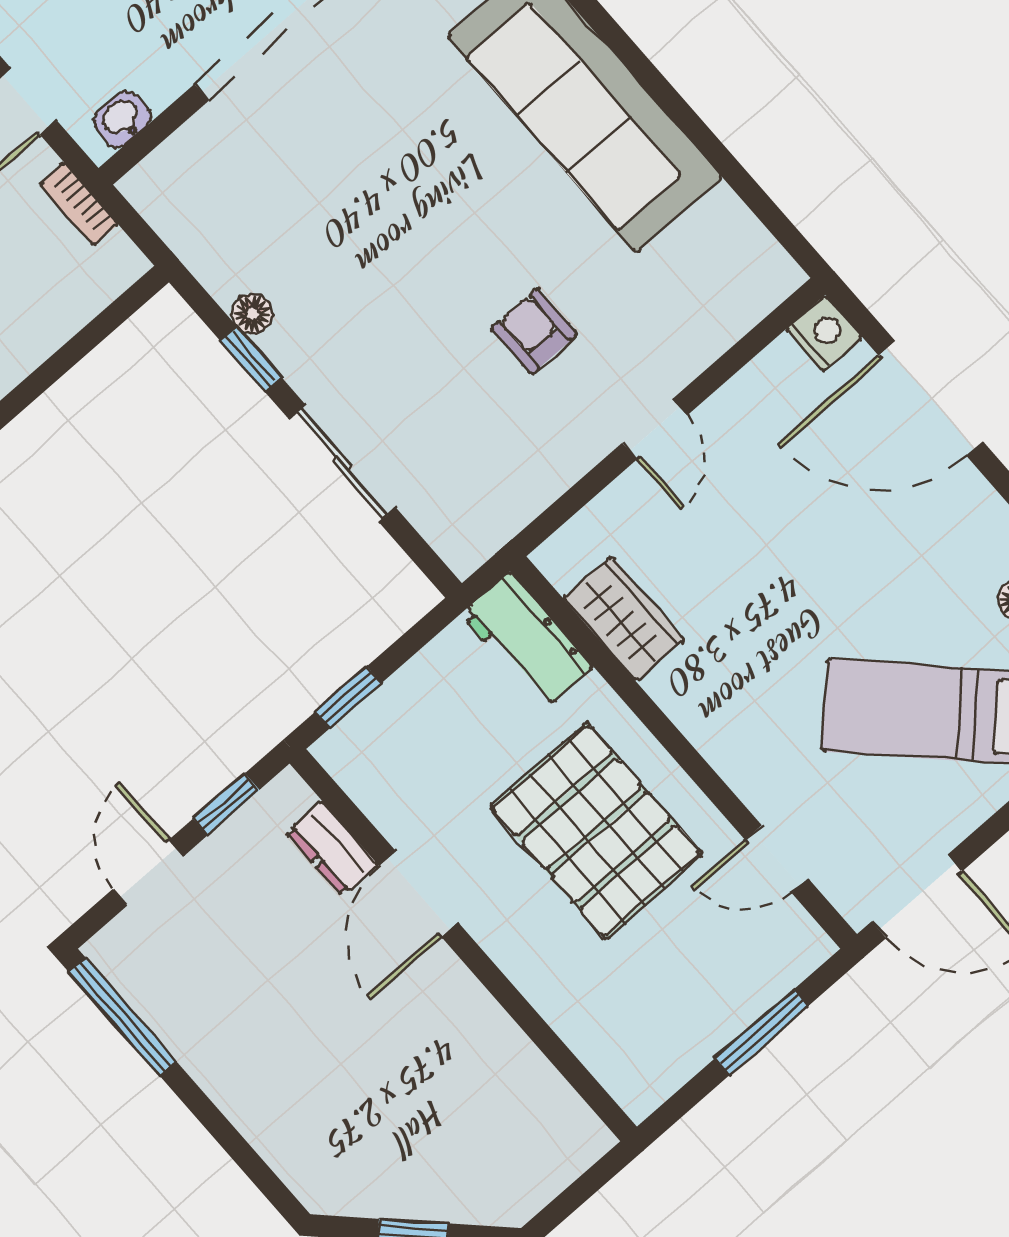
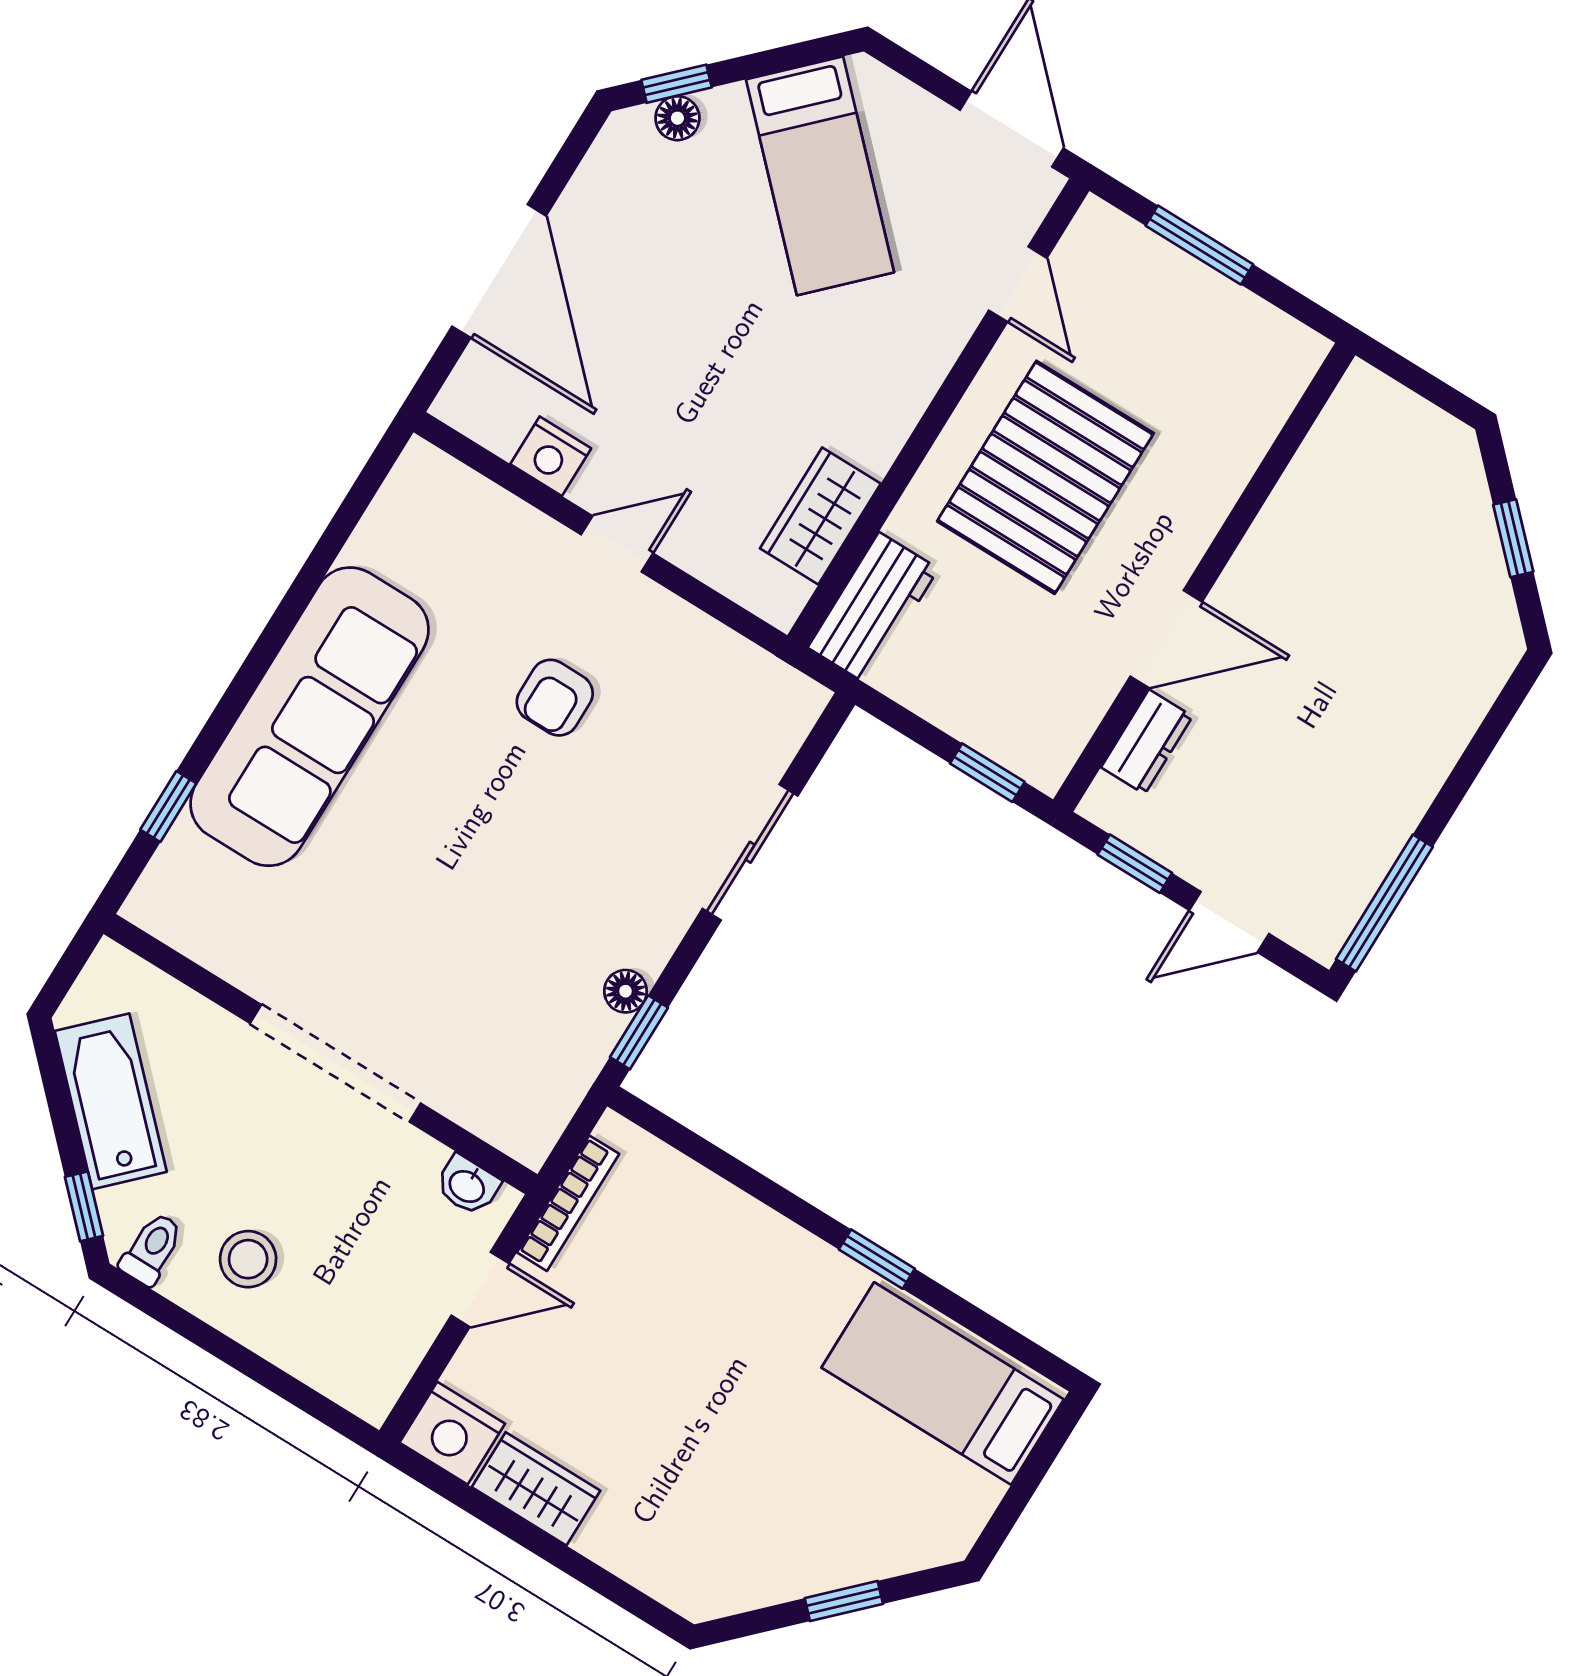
bookcase: (79, 204) -> (568, 1203), width x1.56
nightstand: (824, 333) -> (551, 456), moved, turned -90
window: (251, 359) -> (639, 1032), moved

